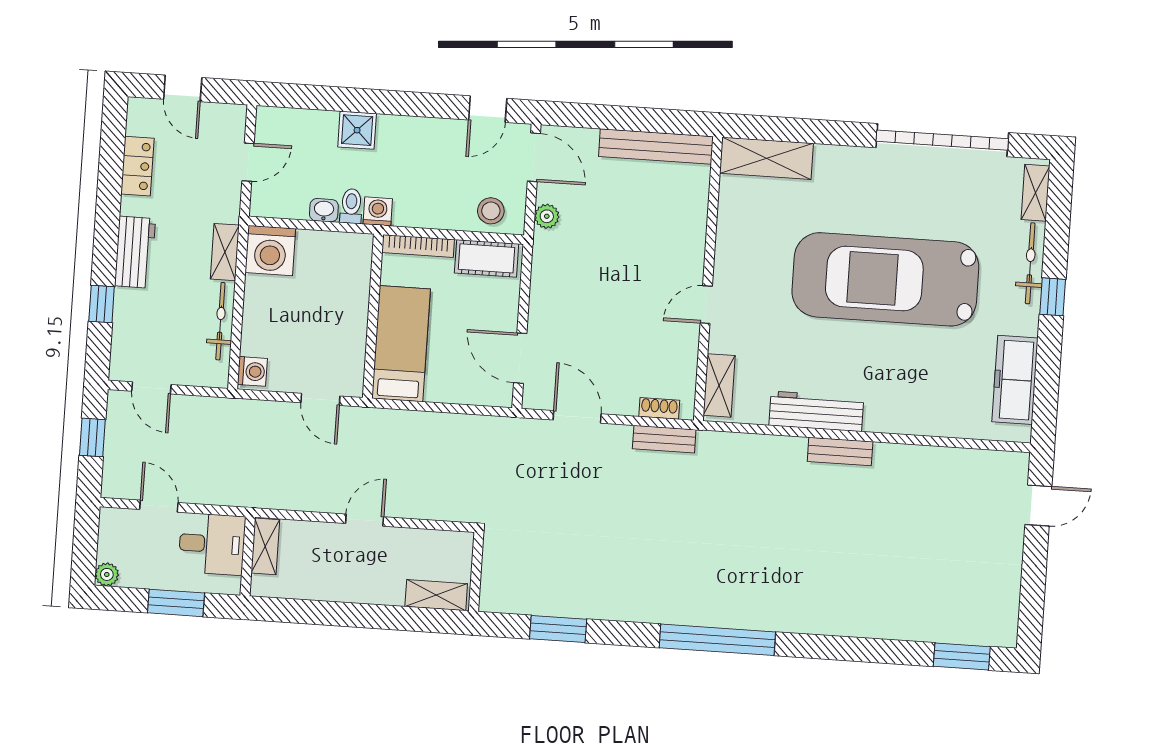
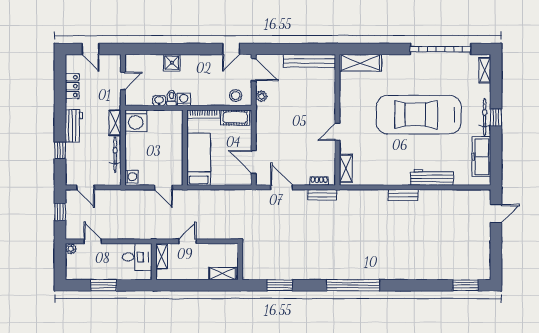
bicycle: (1030, 263) -> (485, 117), moved
workbench: (816, 411) -> (432, 177), moved
desk: (212, 544) -> (137, 257), moved
shelving: (265, 546) -> (162, 256), moved
wall: (248, 556) -> (154, 262), moved
plant: (107, 574) -> (71, 249), moved

